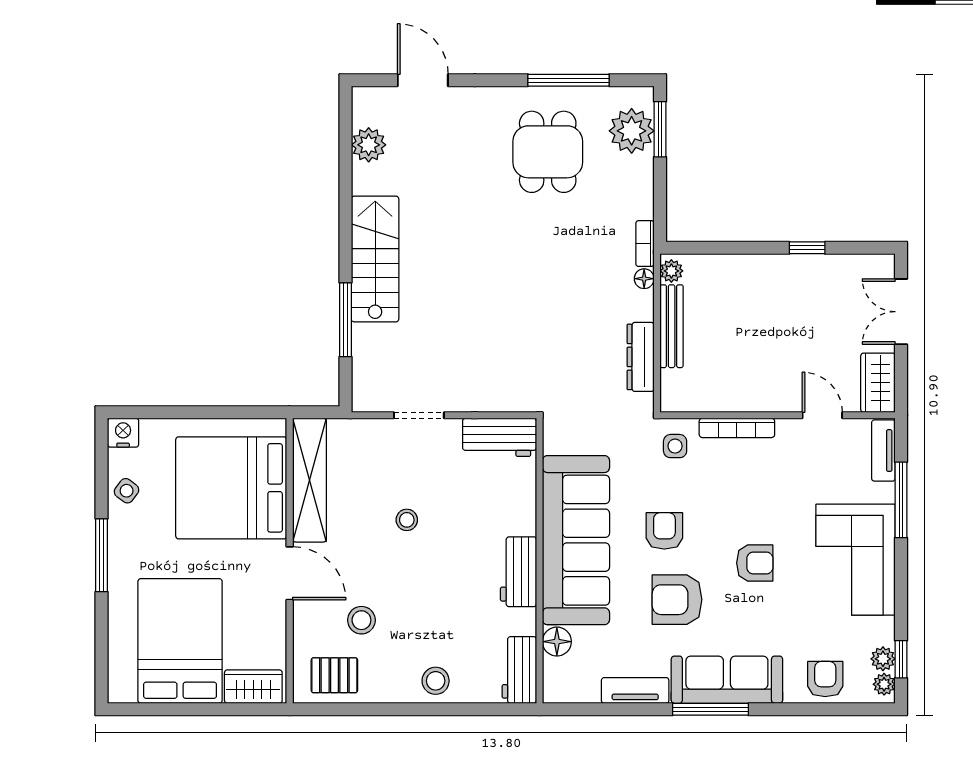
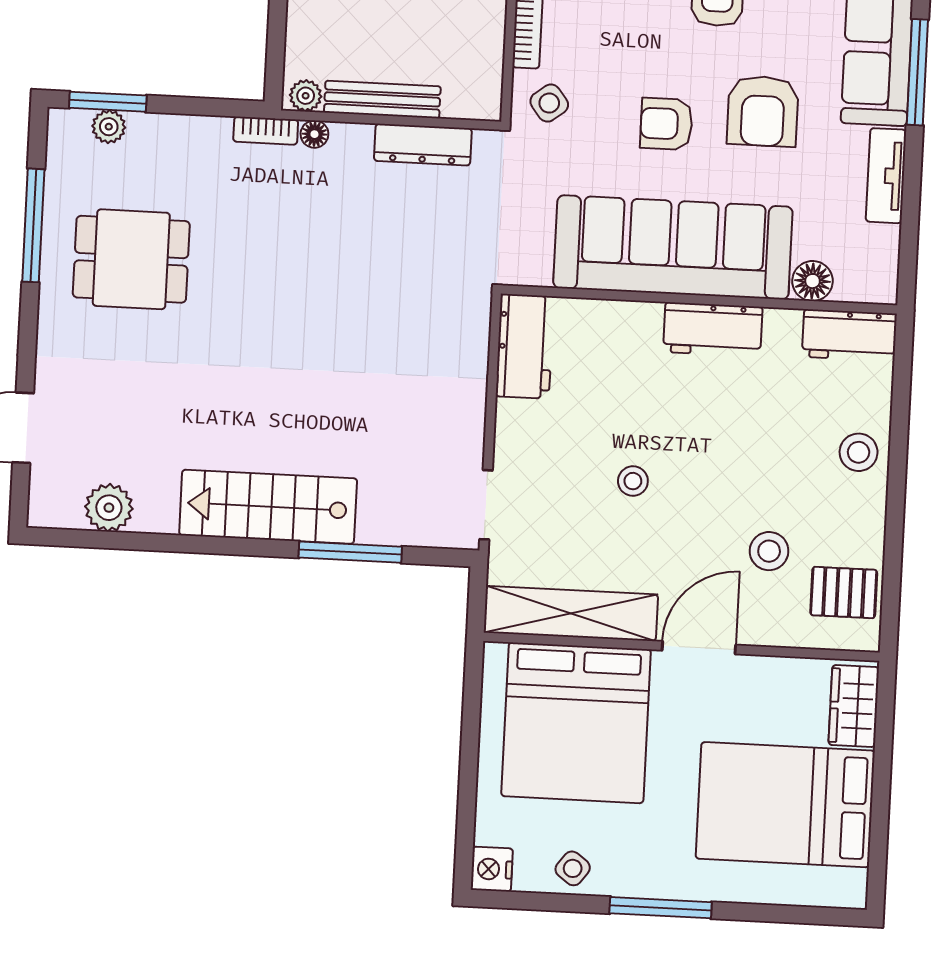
plant: (632, 131) -> (109, 127), width x0.53, depth x0.53
doorway: (419, 415) -> (486, 505), moved
side table: (675, 446) -> (549, 103), turned -38
pallet: (334, 675) -> (844, 593), turned 90

